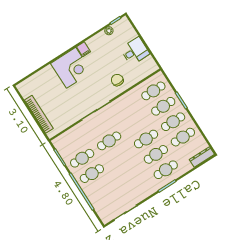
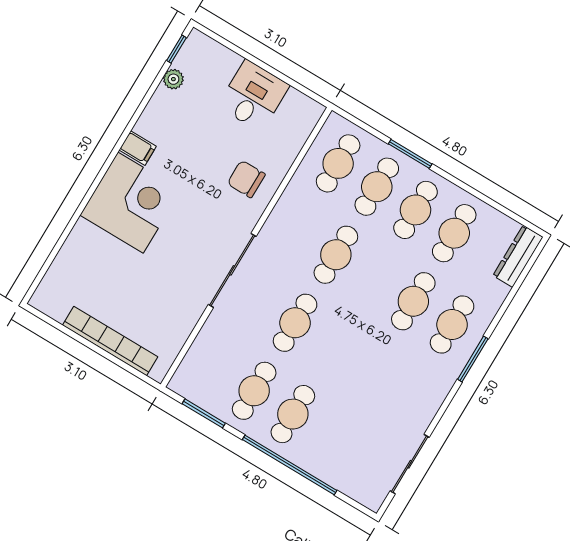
cafe table: (146, 139) -> (336, 255), moved

